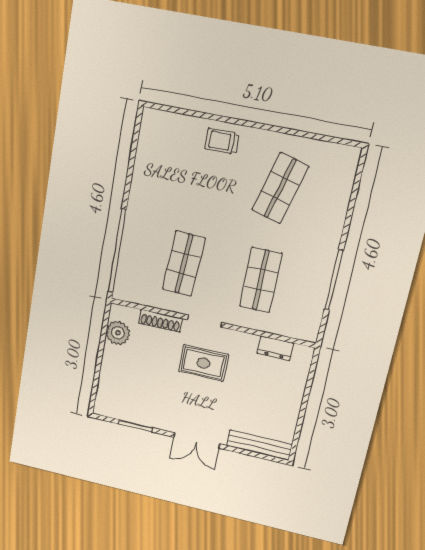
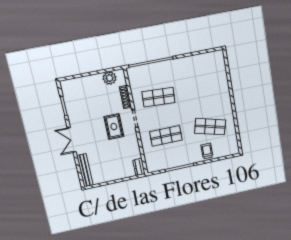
trolley: (222, 141) -> (207, 151), moved
dresser: (275, 348) -> (139, 167), moved

